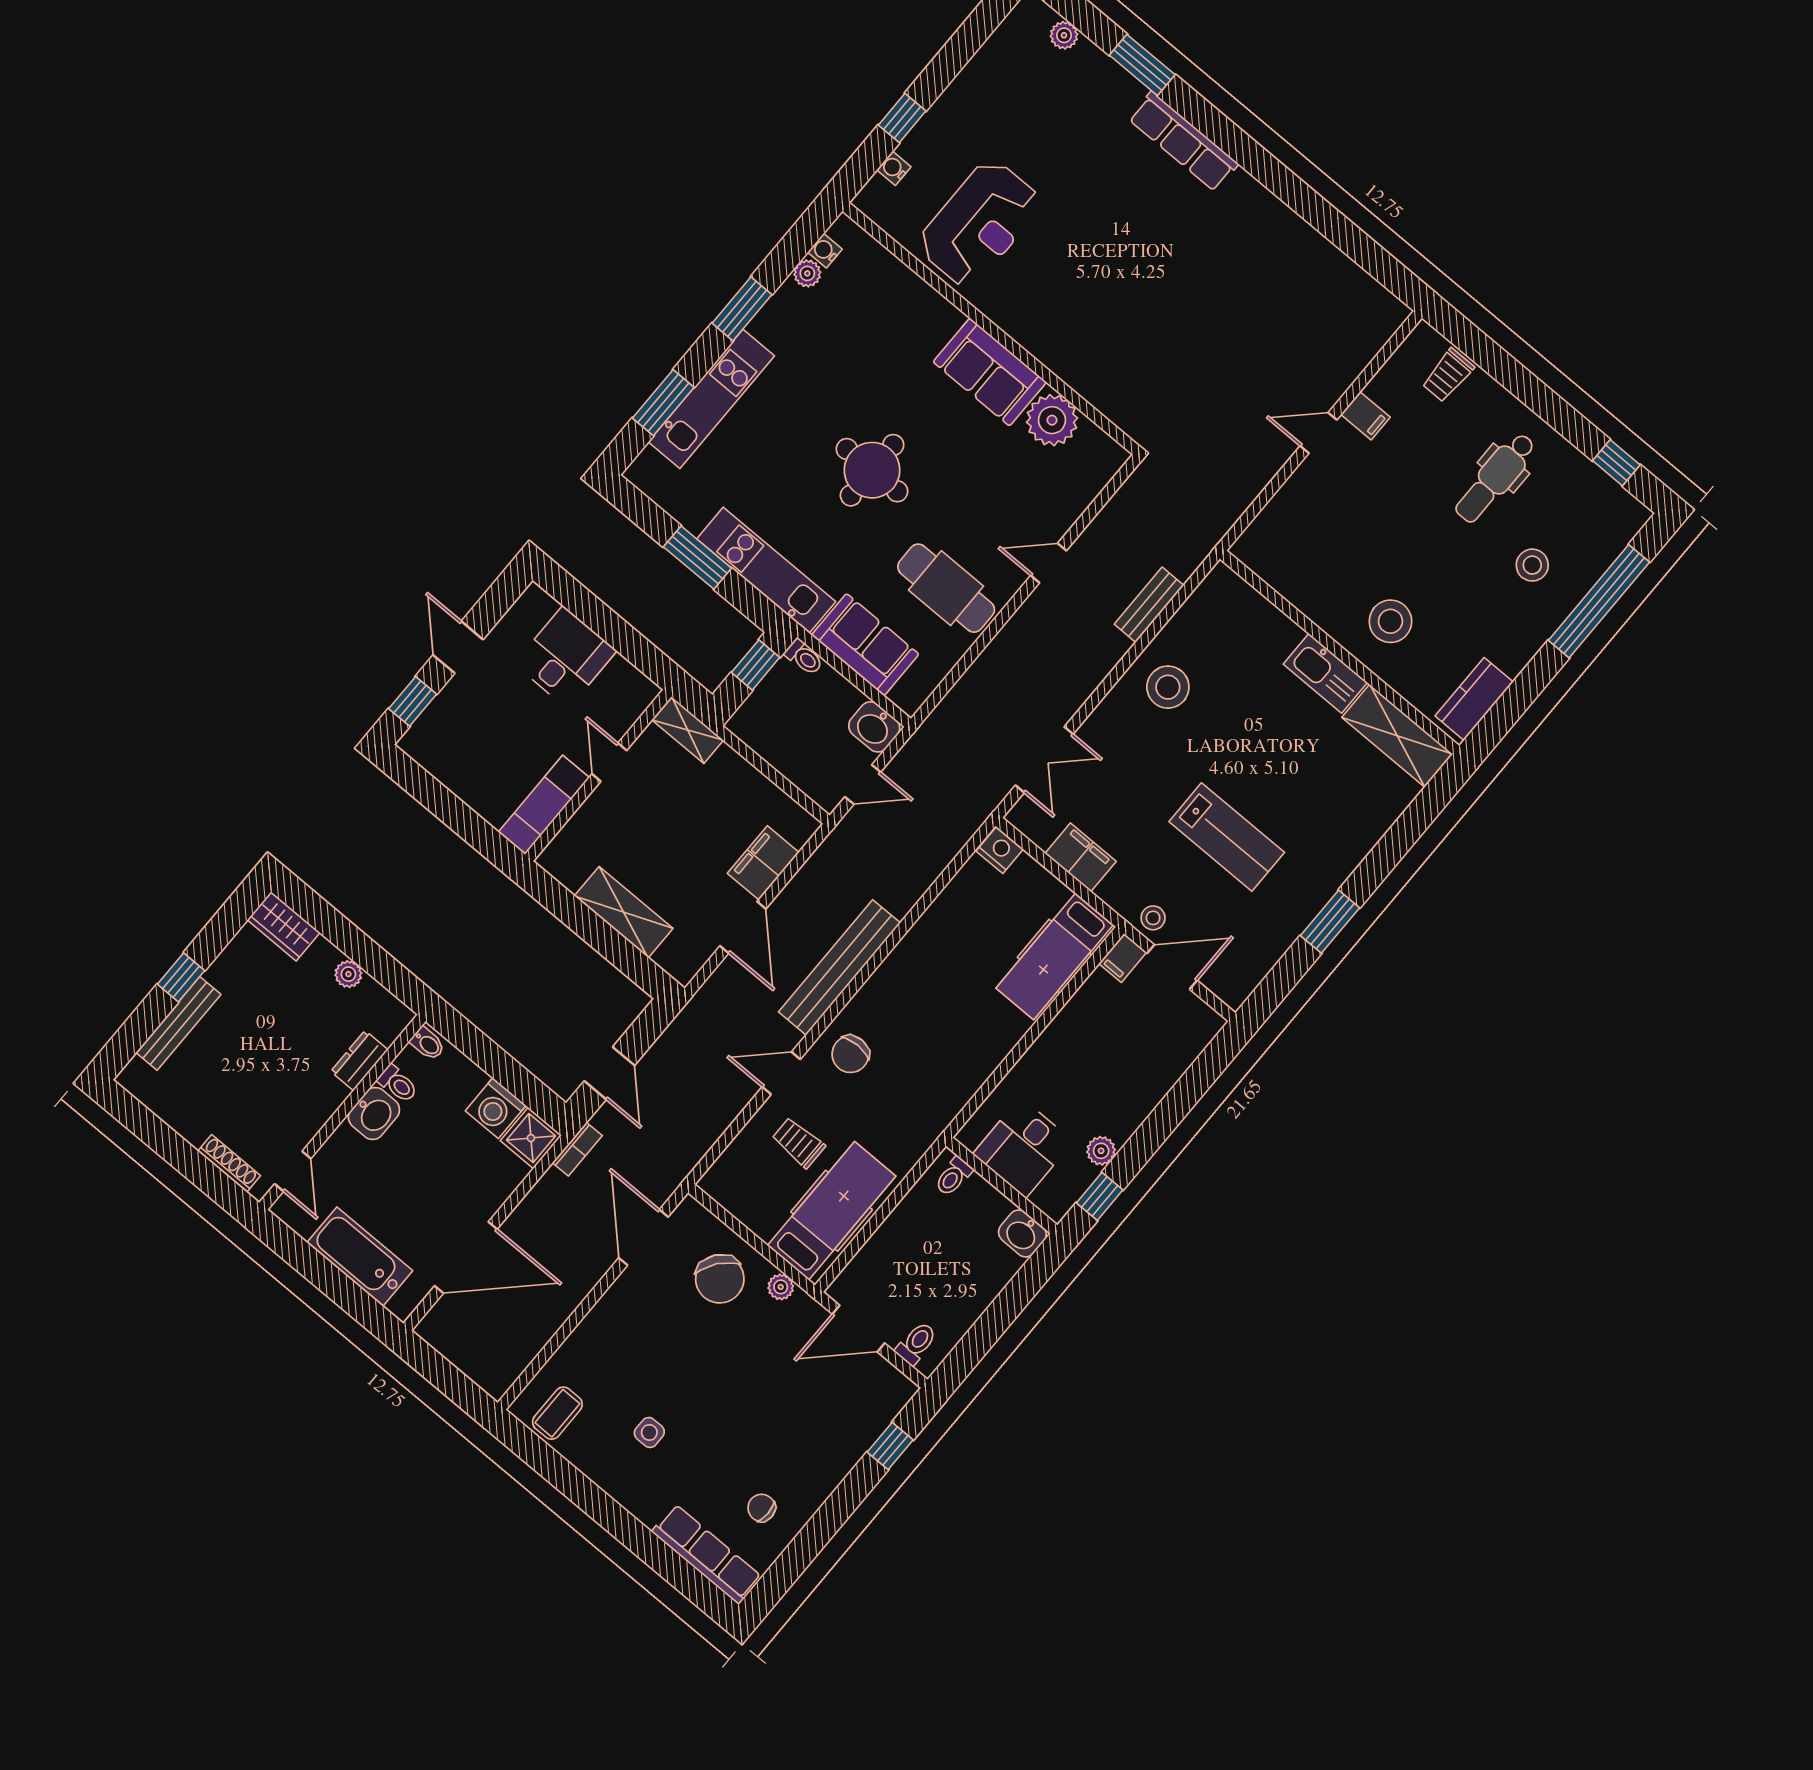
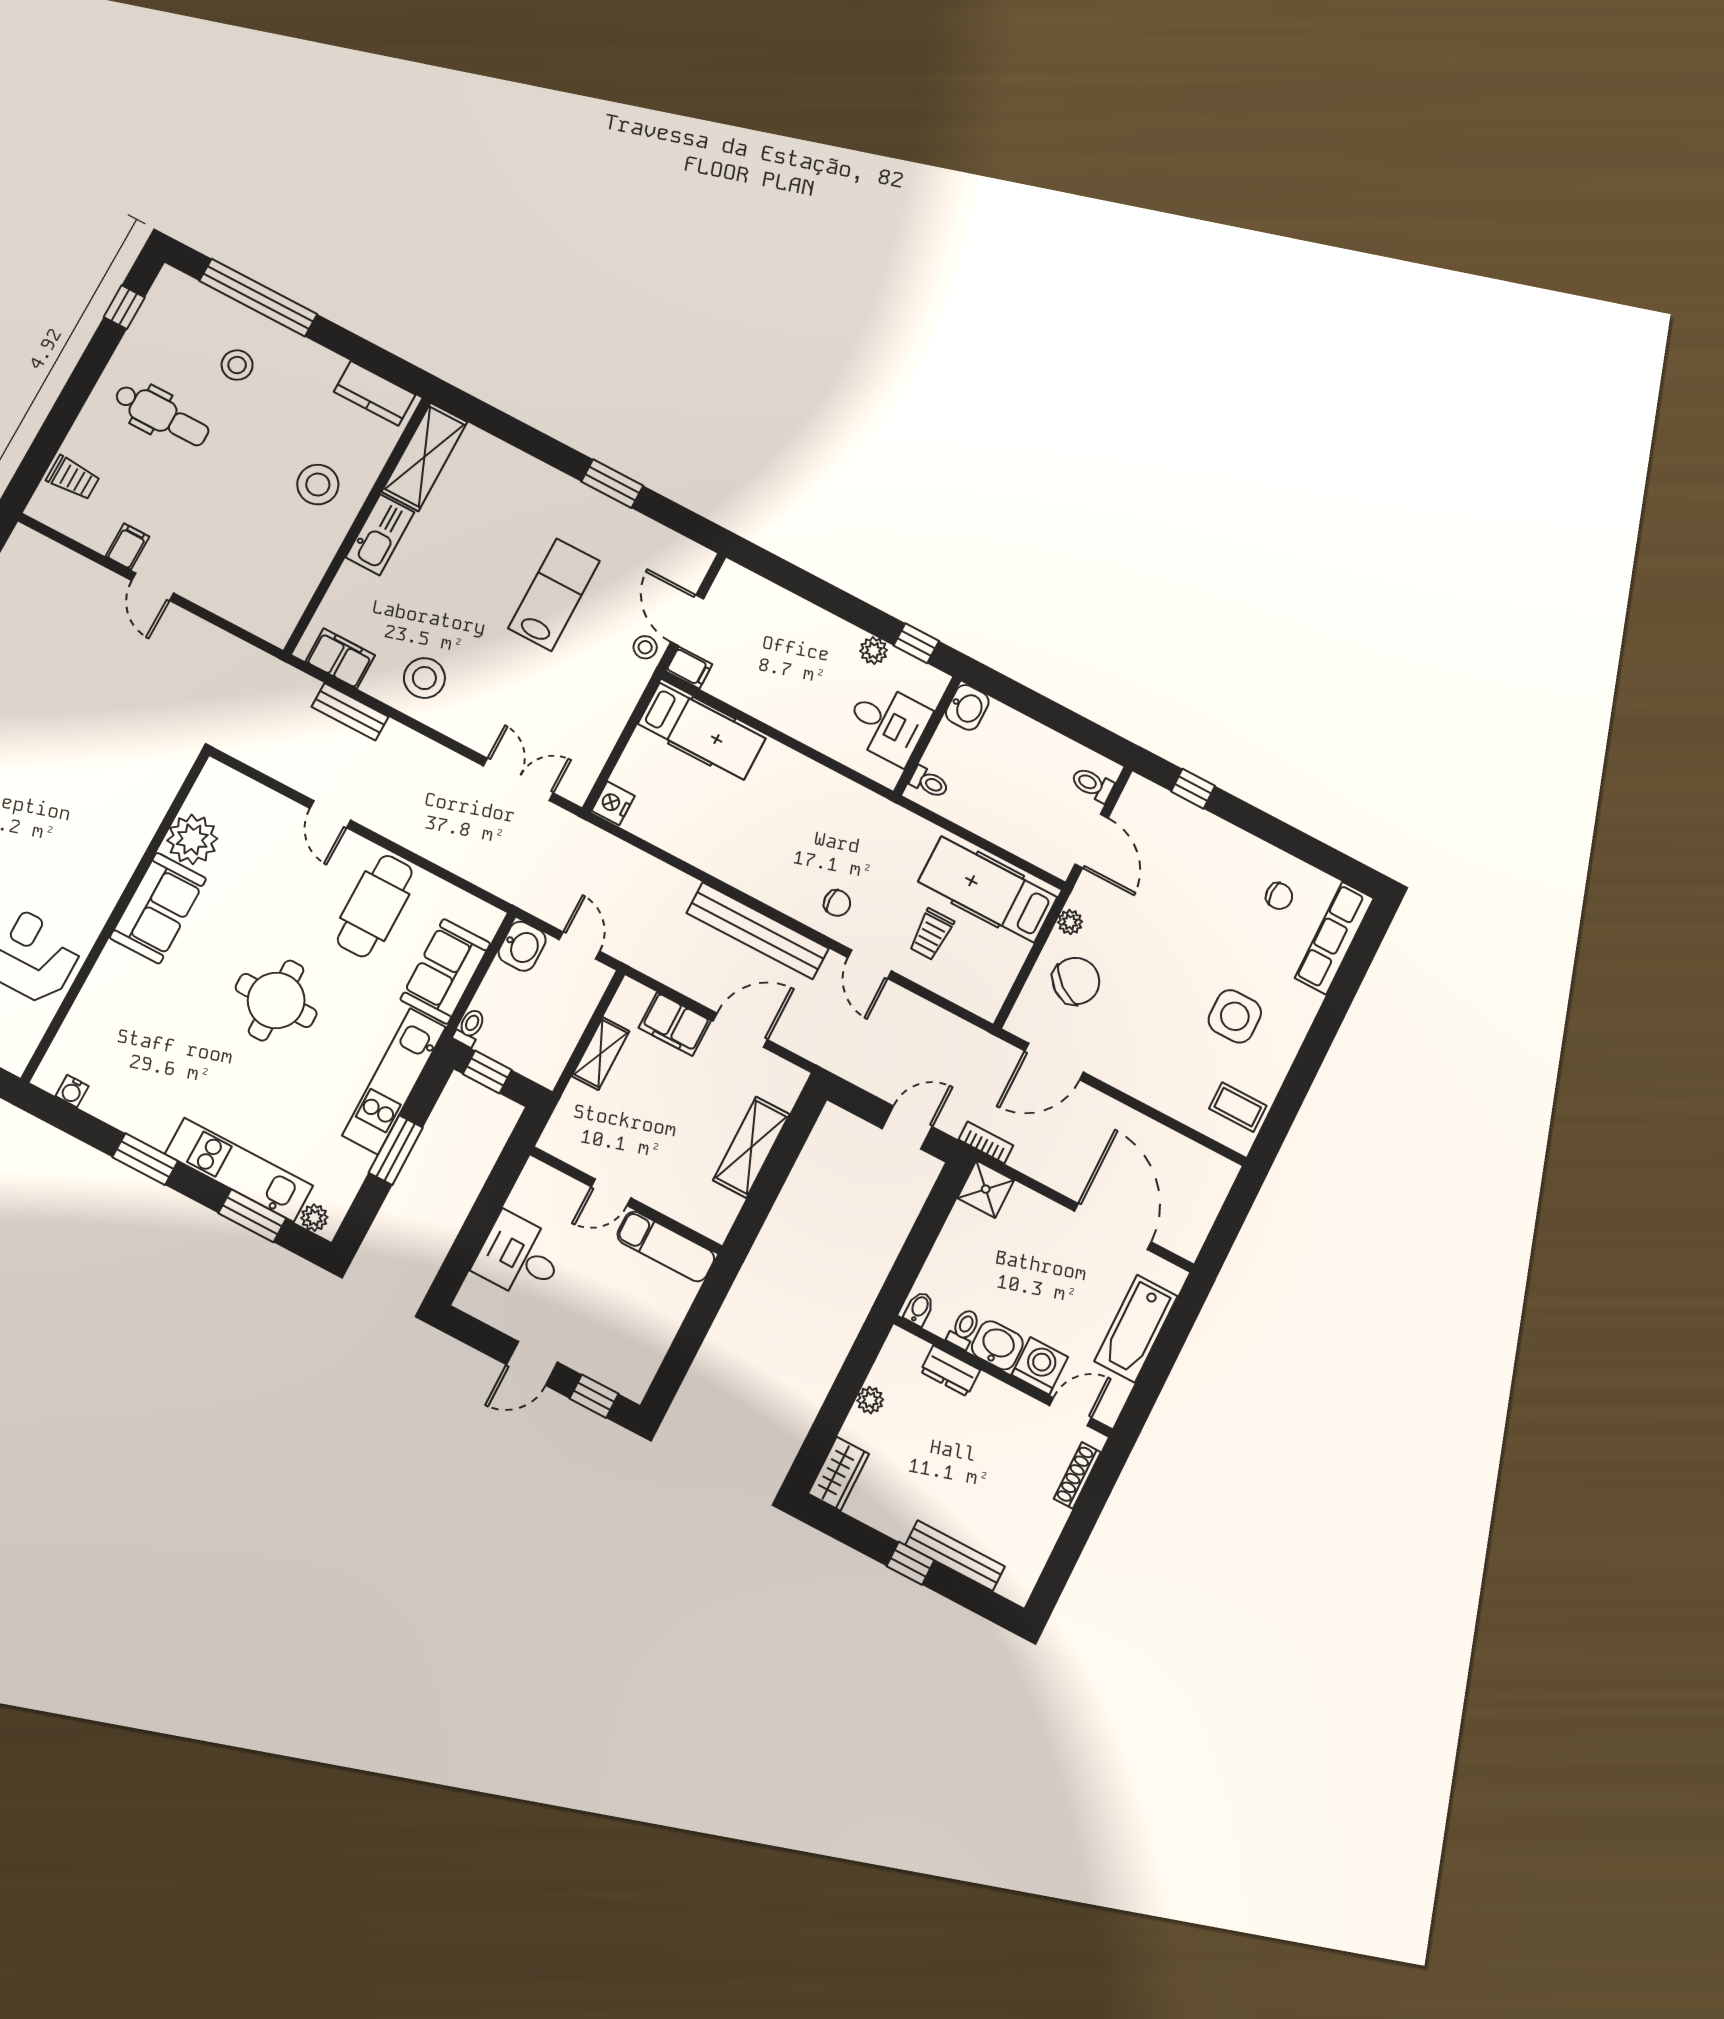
plant: (807, 273) -> (314, 1218), moved
shelving: (688, 730) -> (601, 1054), moved
filing cabinet: (1081, 857) -> (340, 658), moved, turned 90
chair: (850, 1054) -> (837, 903), width x0.73, depth x0.73
washing machine: (496, 1108) -> (1040, 1366), moved, turned -90
side table: (649, 1432) -> (1235, 1016), width x1.87, depth x1.87
chair: (762, 1508) -> (1279, 896), turned -90

